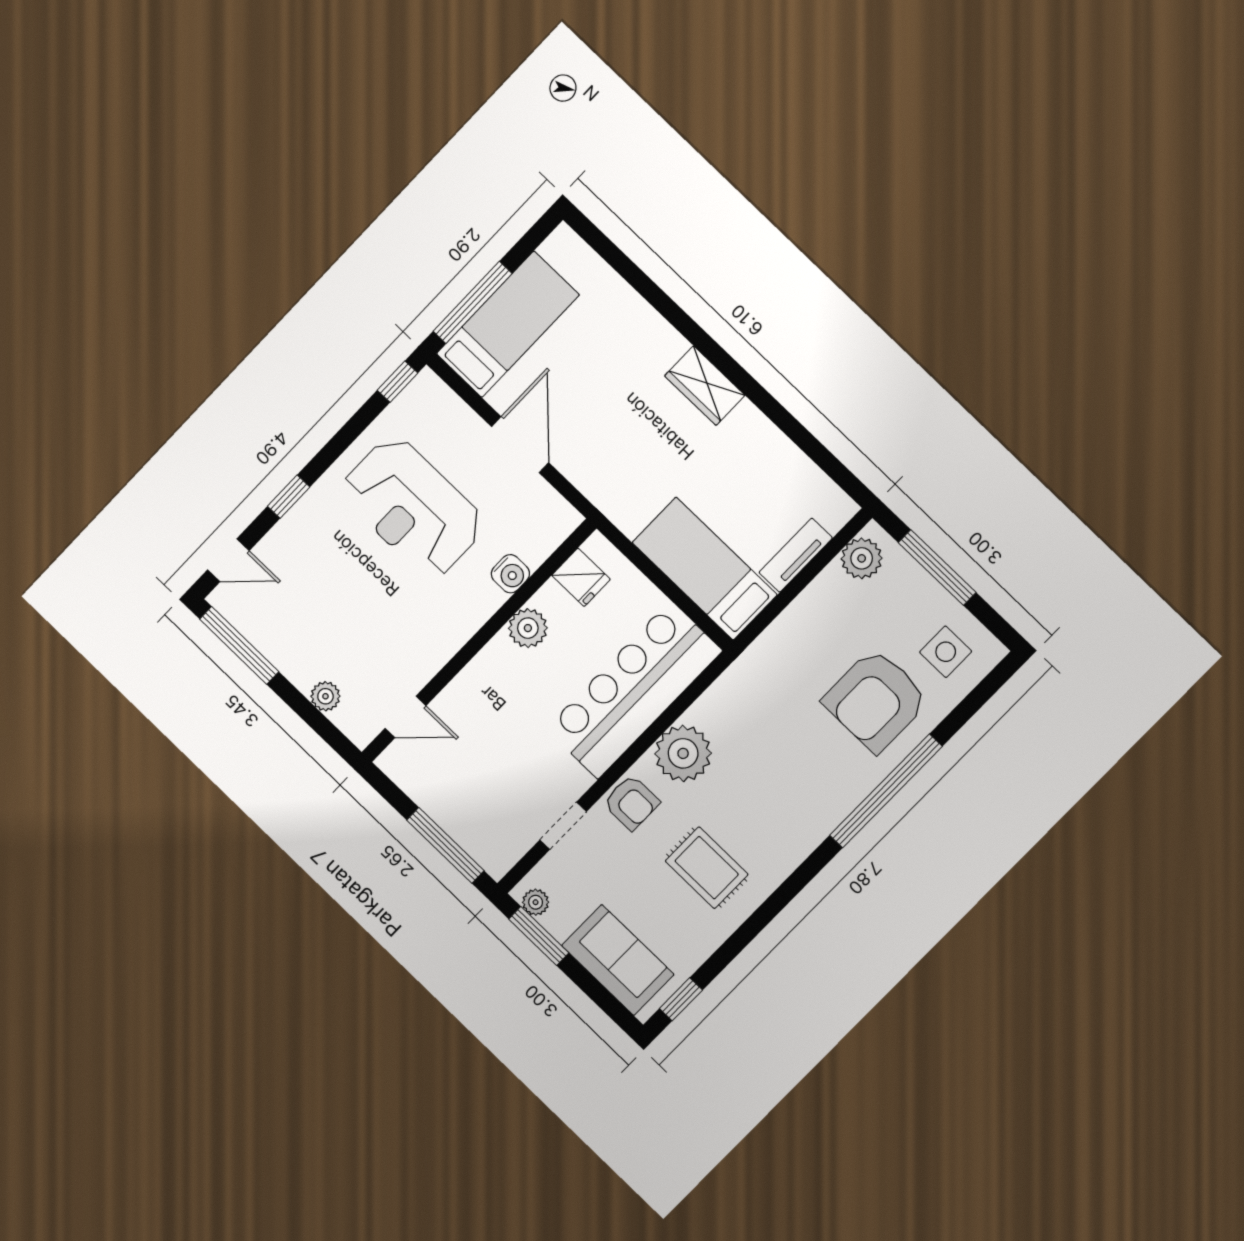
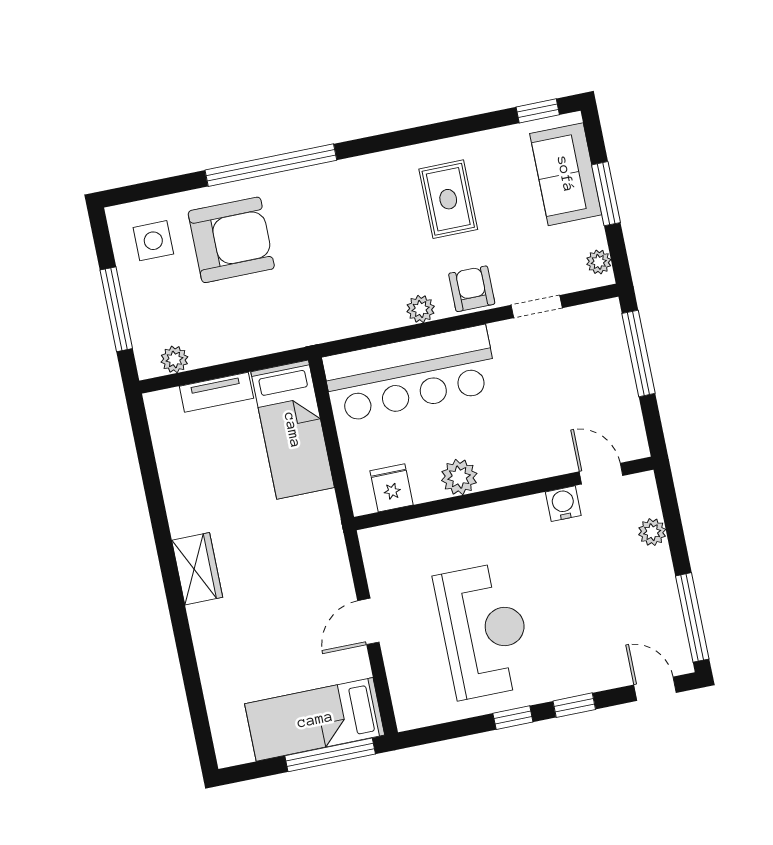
window: (397, 382) -> (513, 718), moved
door: (520, 445) -> (368, 621), width x0.73
plant: (862, 558) -> (174, 359), width x0.73, depth x0.73
water cooler: (510, 574) -> (563, 504), moved
plant: (683, 753) -> (421, 309), width x0.53, depth x0.53
window: (539, 936) -> (606, 194), moved

